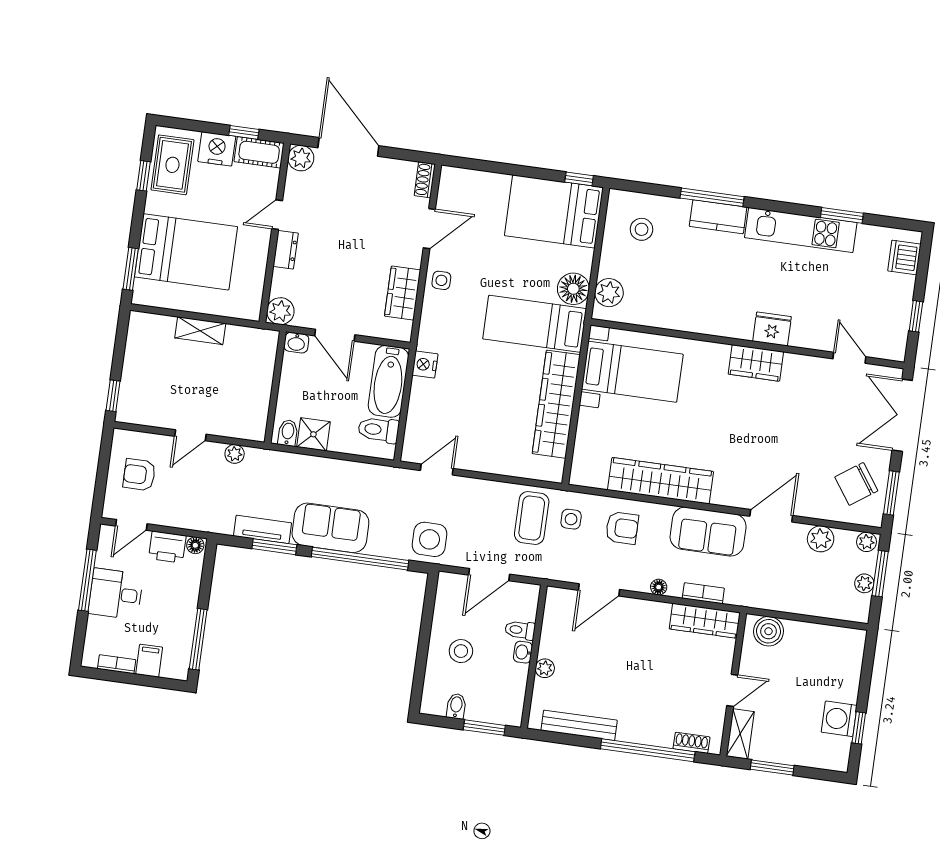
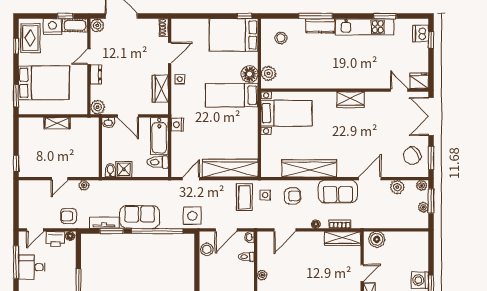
window: (916, 316) -> (431, 40), moved
fridge: (772, 329) -> (419, 81), moved
wardrobe: (556, 404) -> (230, 168), moved, turned 90
armchair: (139, 475) -> (69, 216), moved
stool: (461, 651) -> (207, 249), moved
washbasin: (523, 652) -> (250, 237), moved

